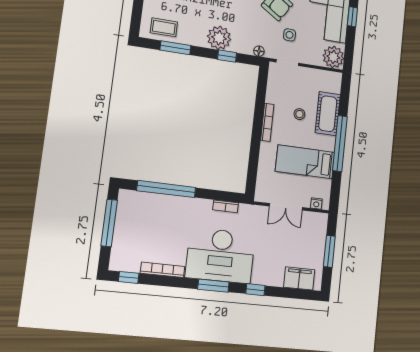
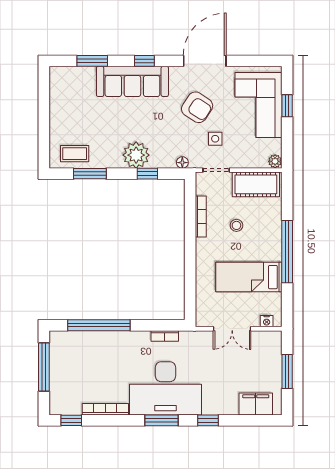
plant: (333, 57) -> (275, 161), width x0.53, depth x0.53
cot: (328, 114) -> (256, 184), moved, turned 90
bookcase: (267, 122) -> (201, 217), moved

